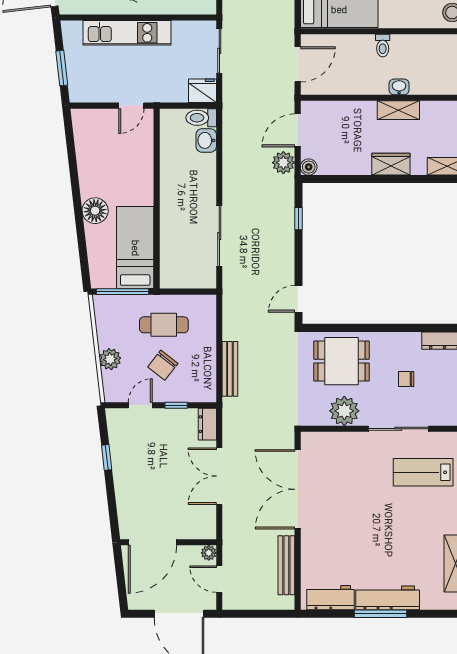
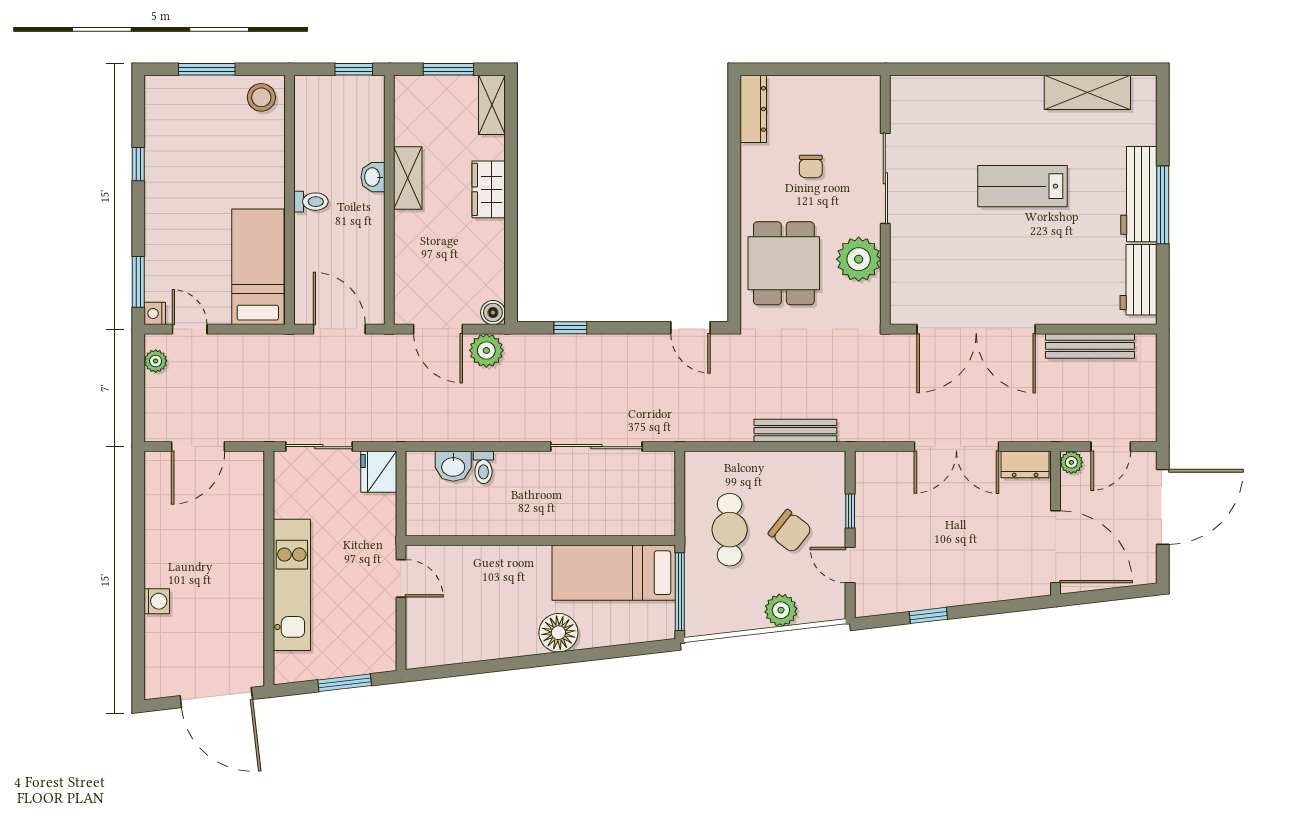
toilet: (201, 118) -> (483, 467), moved, width x0.73, depth x0.72
dresser: (207, 424) -> (1025, 464), moved
lab bench: (423, 472) -> (1022, 186), moved, turned 90

